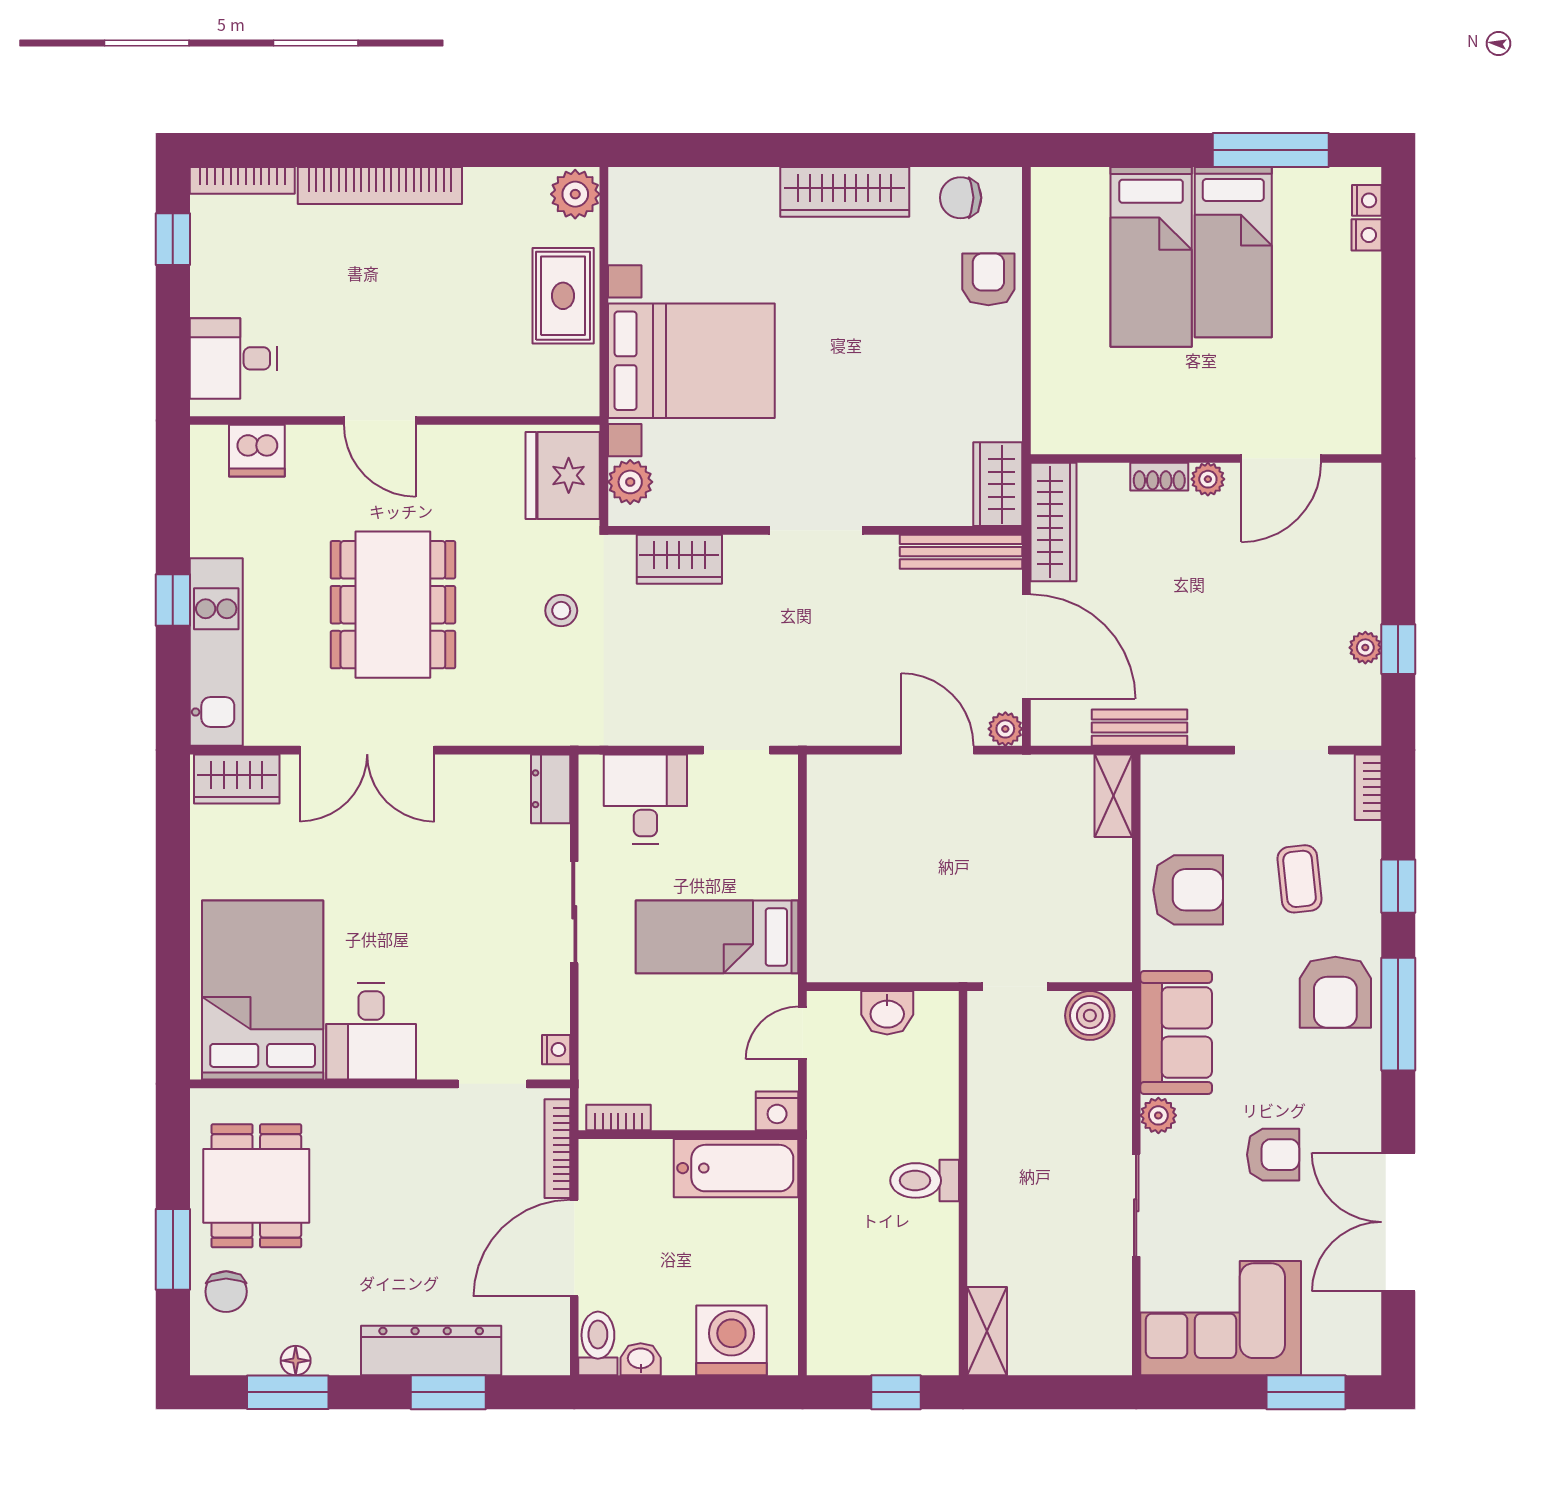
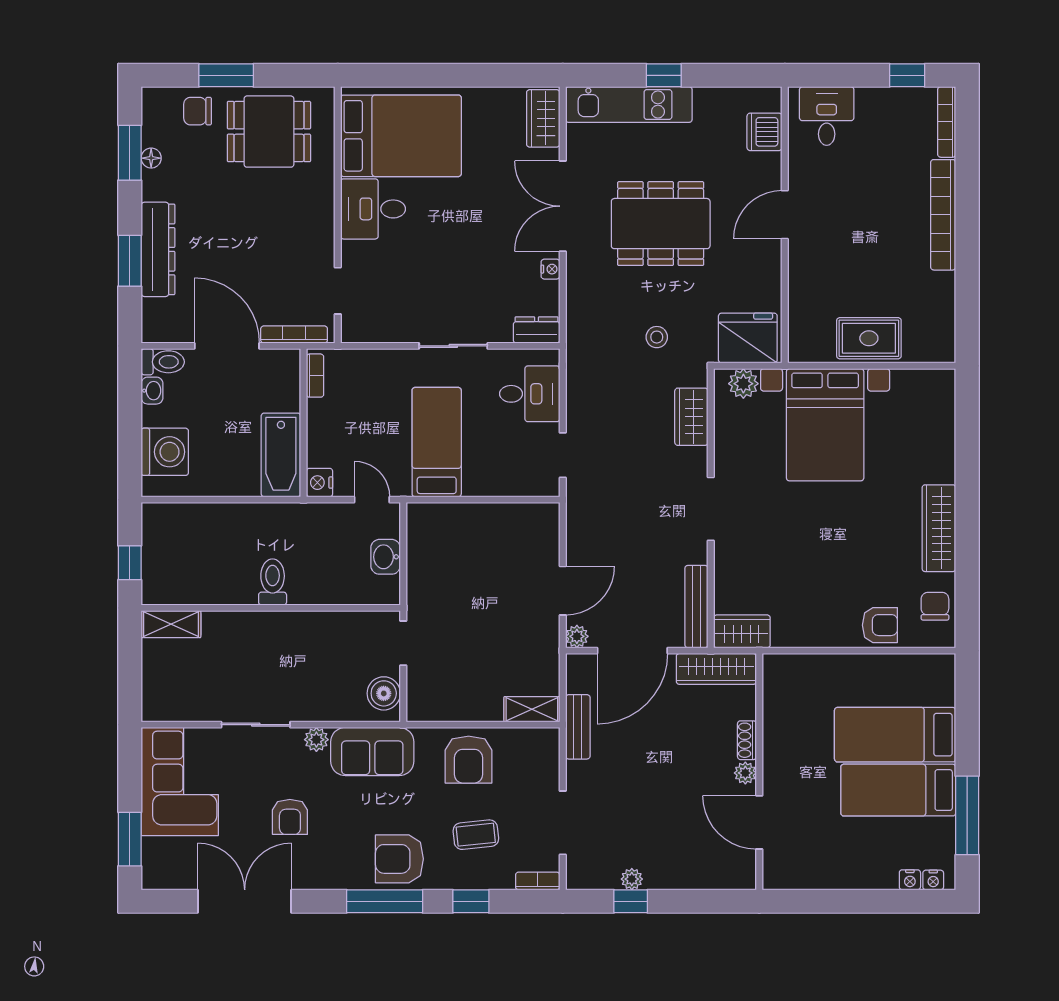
plant: (575, 194) -> (937, 346), removed
nightstand: (556, 1050) -> (550, 269), moved, turned -90

